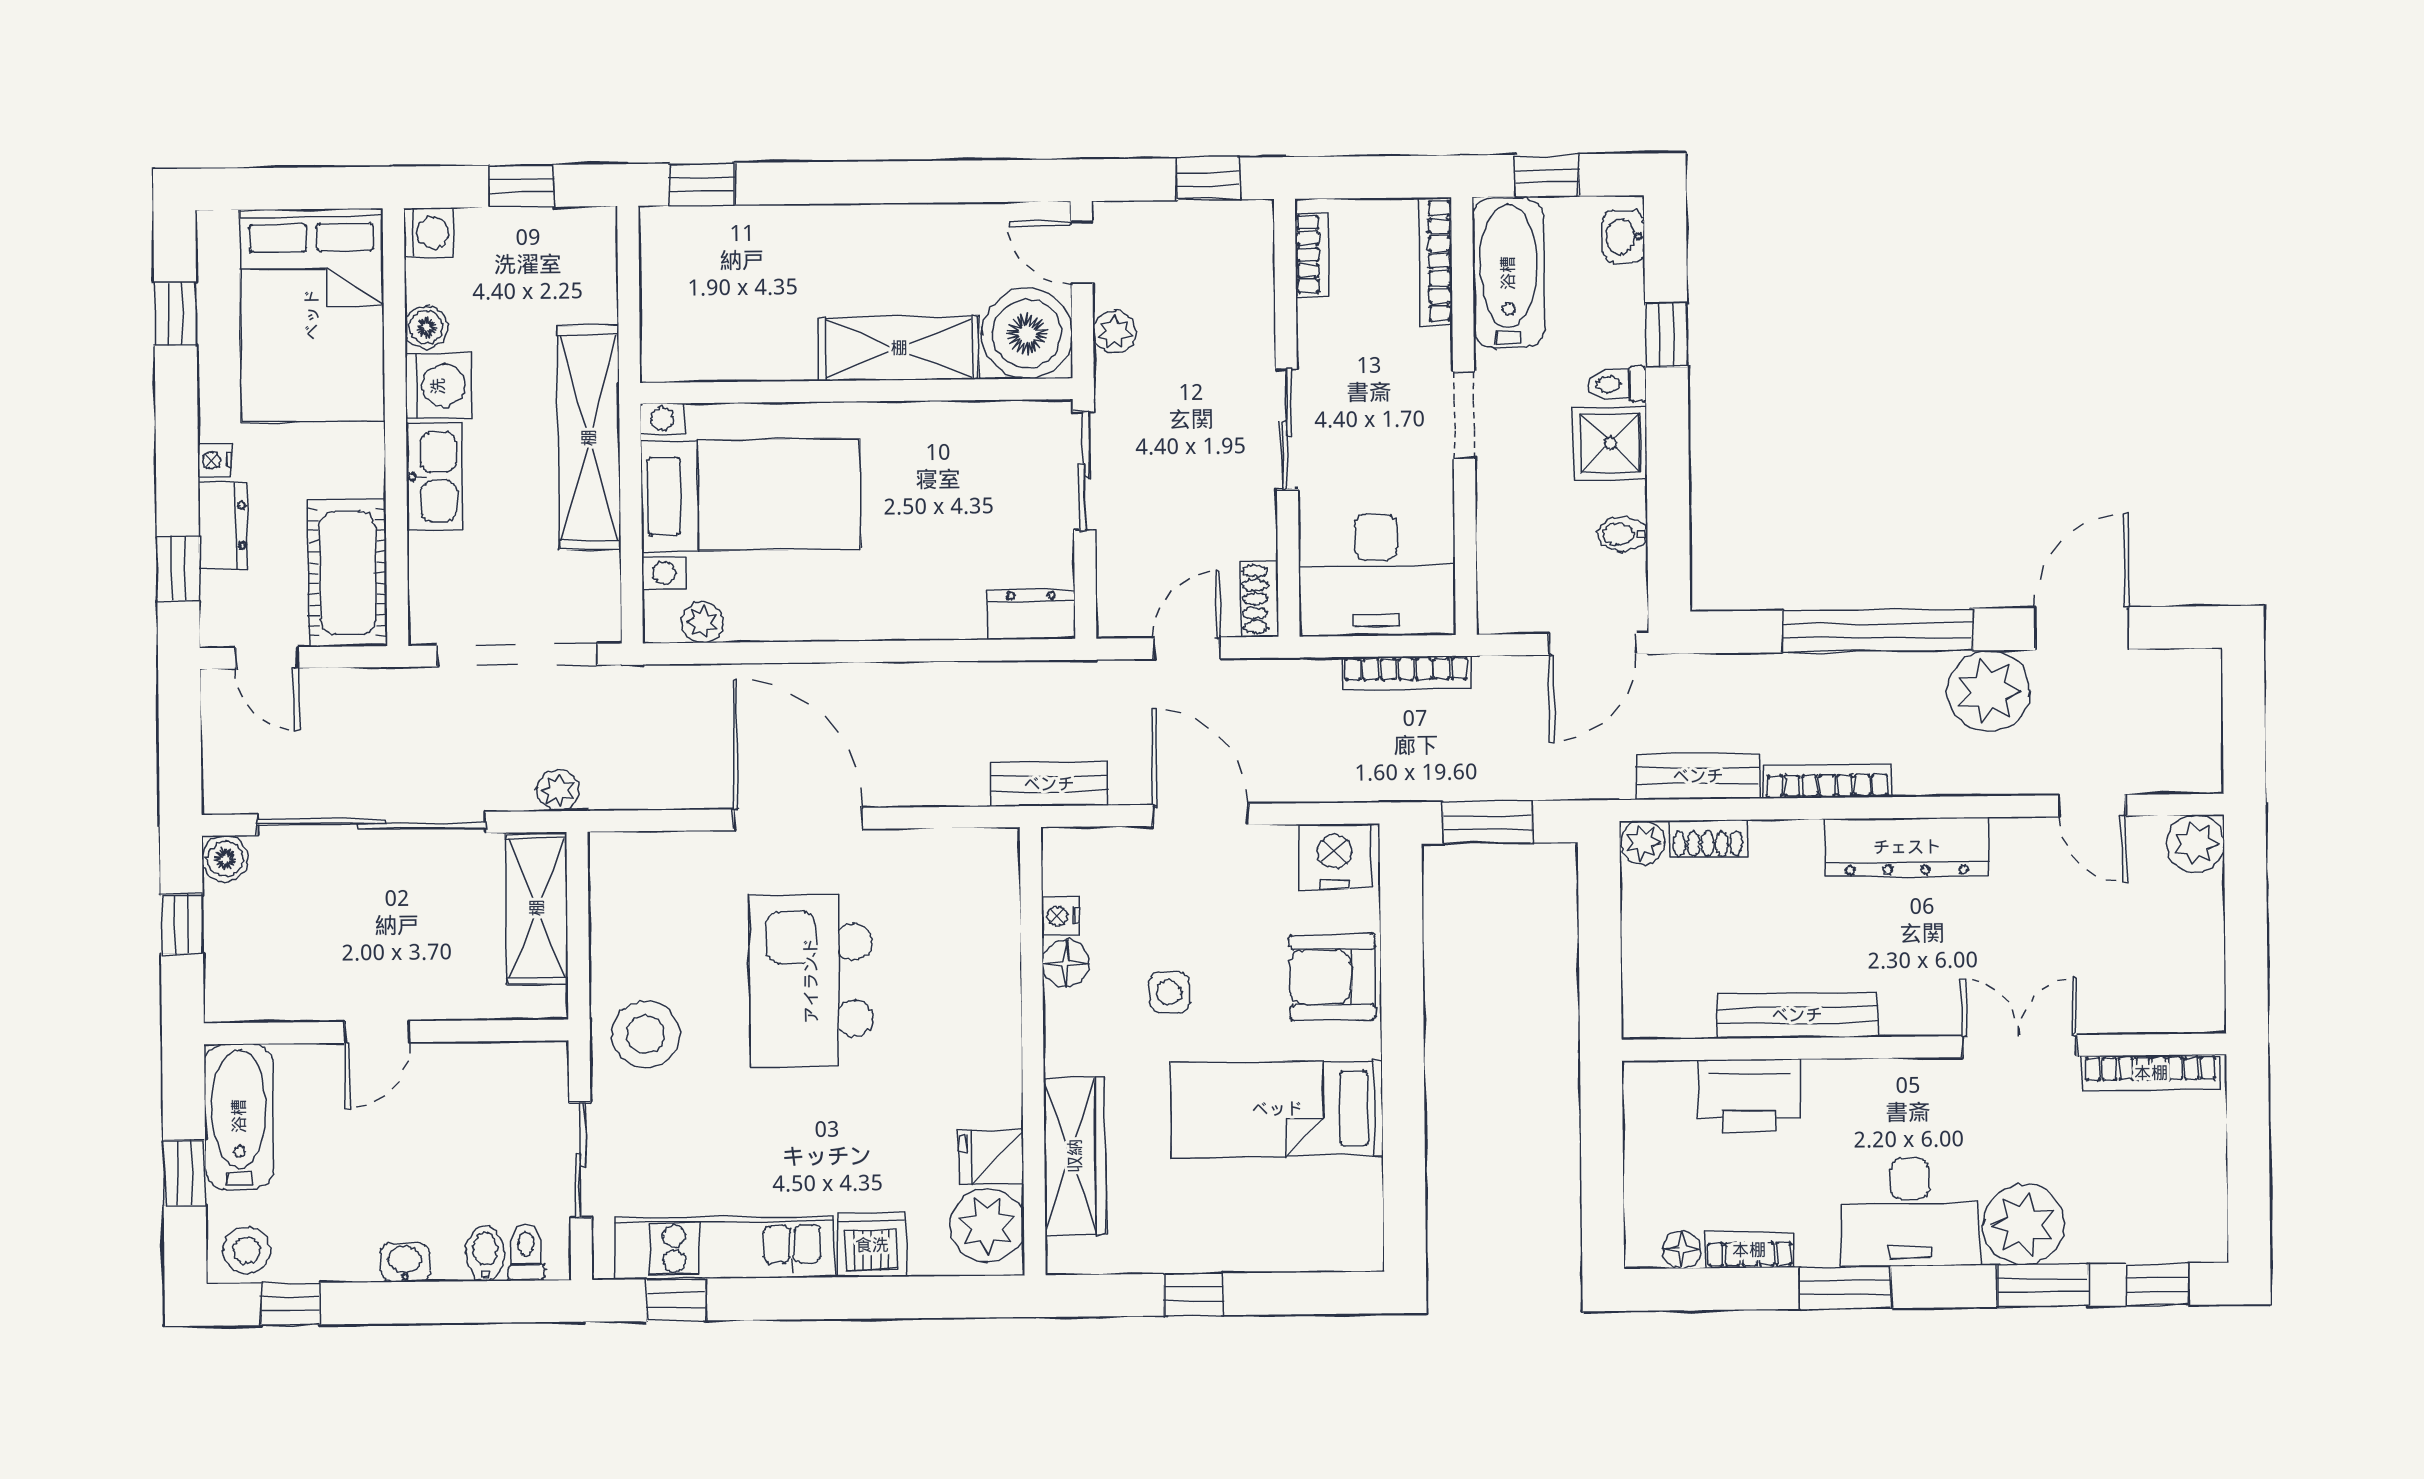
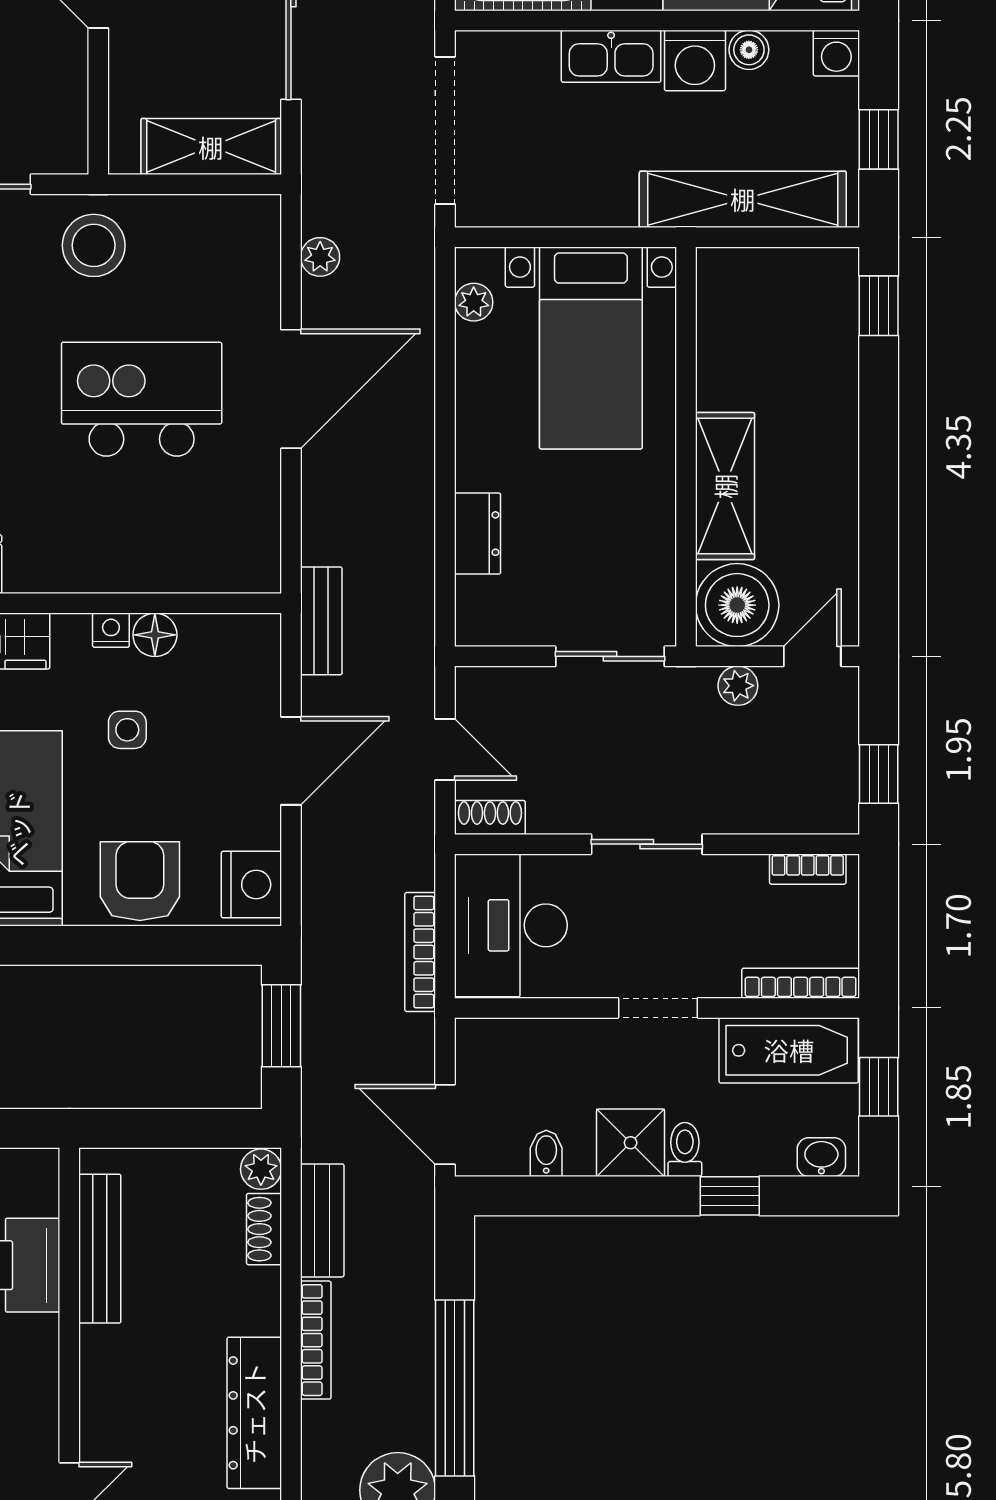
shelving: (589, 438) -> (743, 199), moved
dresser: (1031, 615) -> (478, 534), moved
plant: (558, 790) -> (320, 257), moved
nightstand: (1060, 916) -> (111, 630), moved
bench: (1797, 1015) -> (100, 1249), moved

